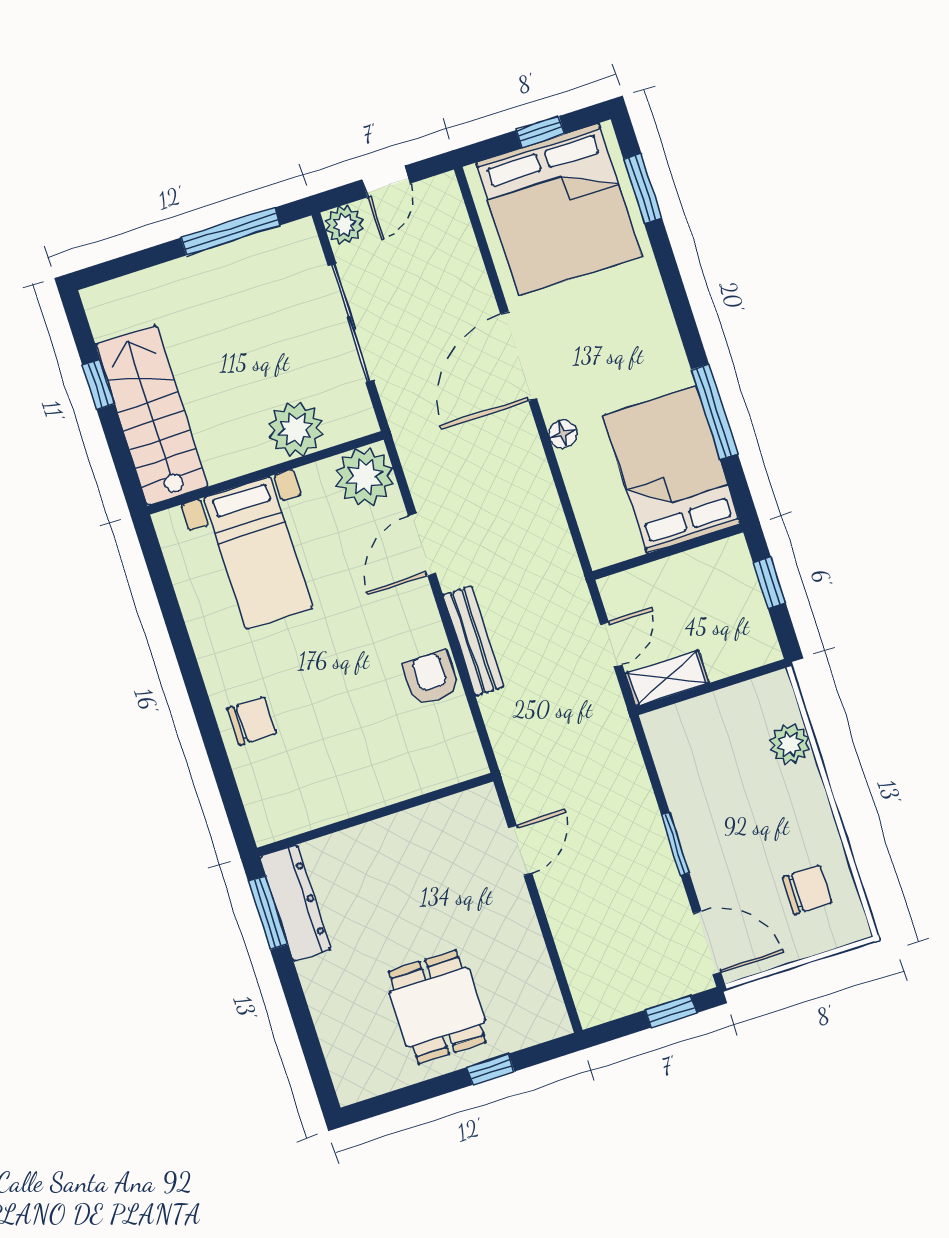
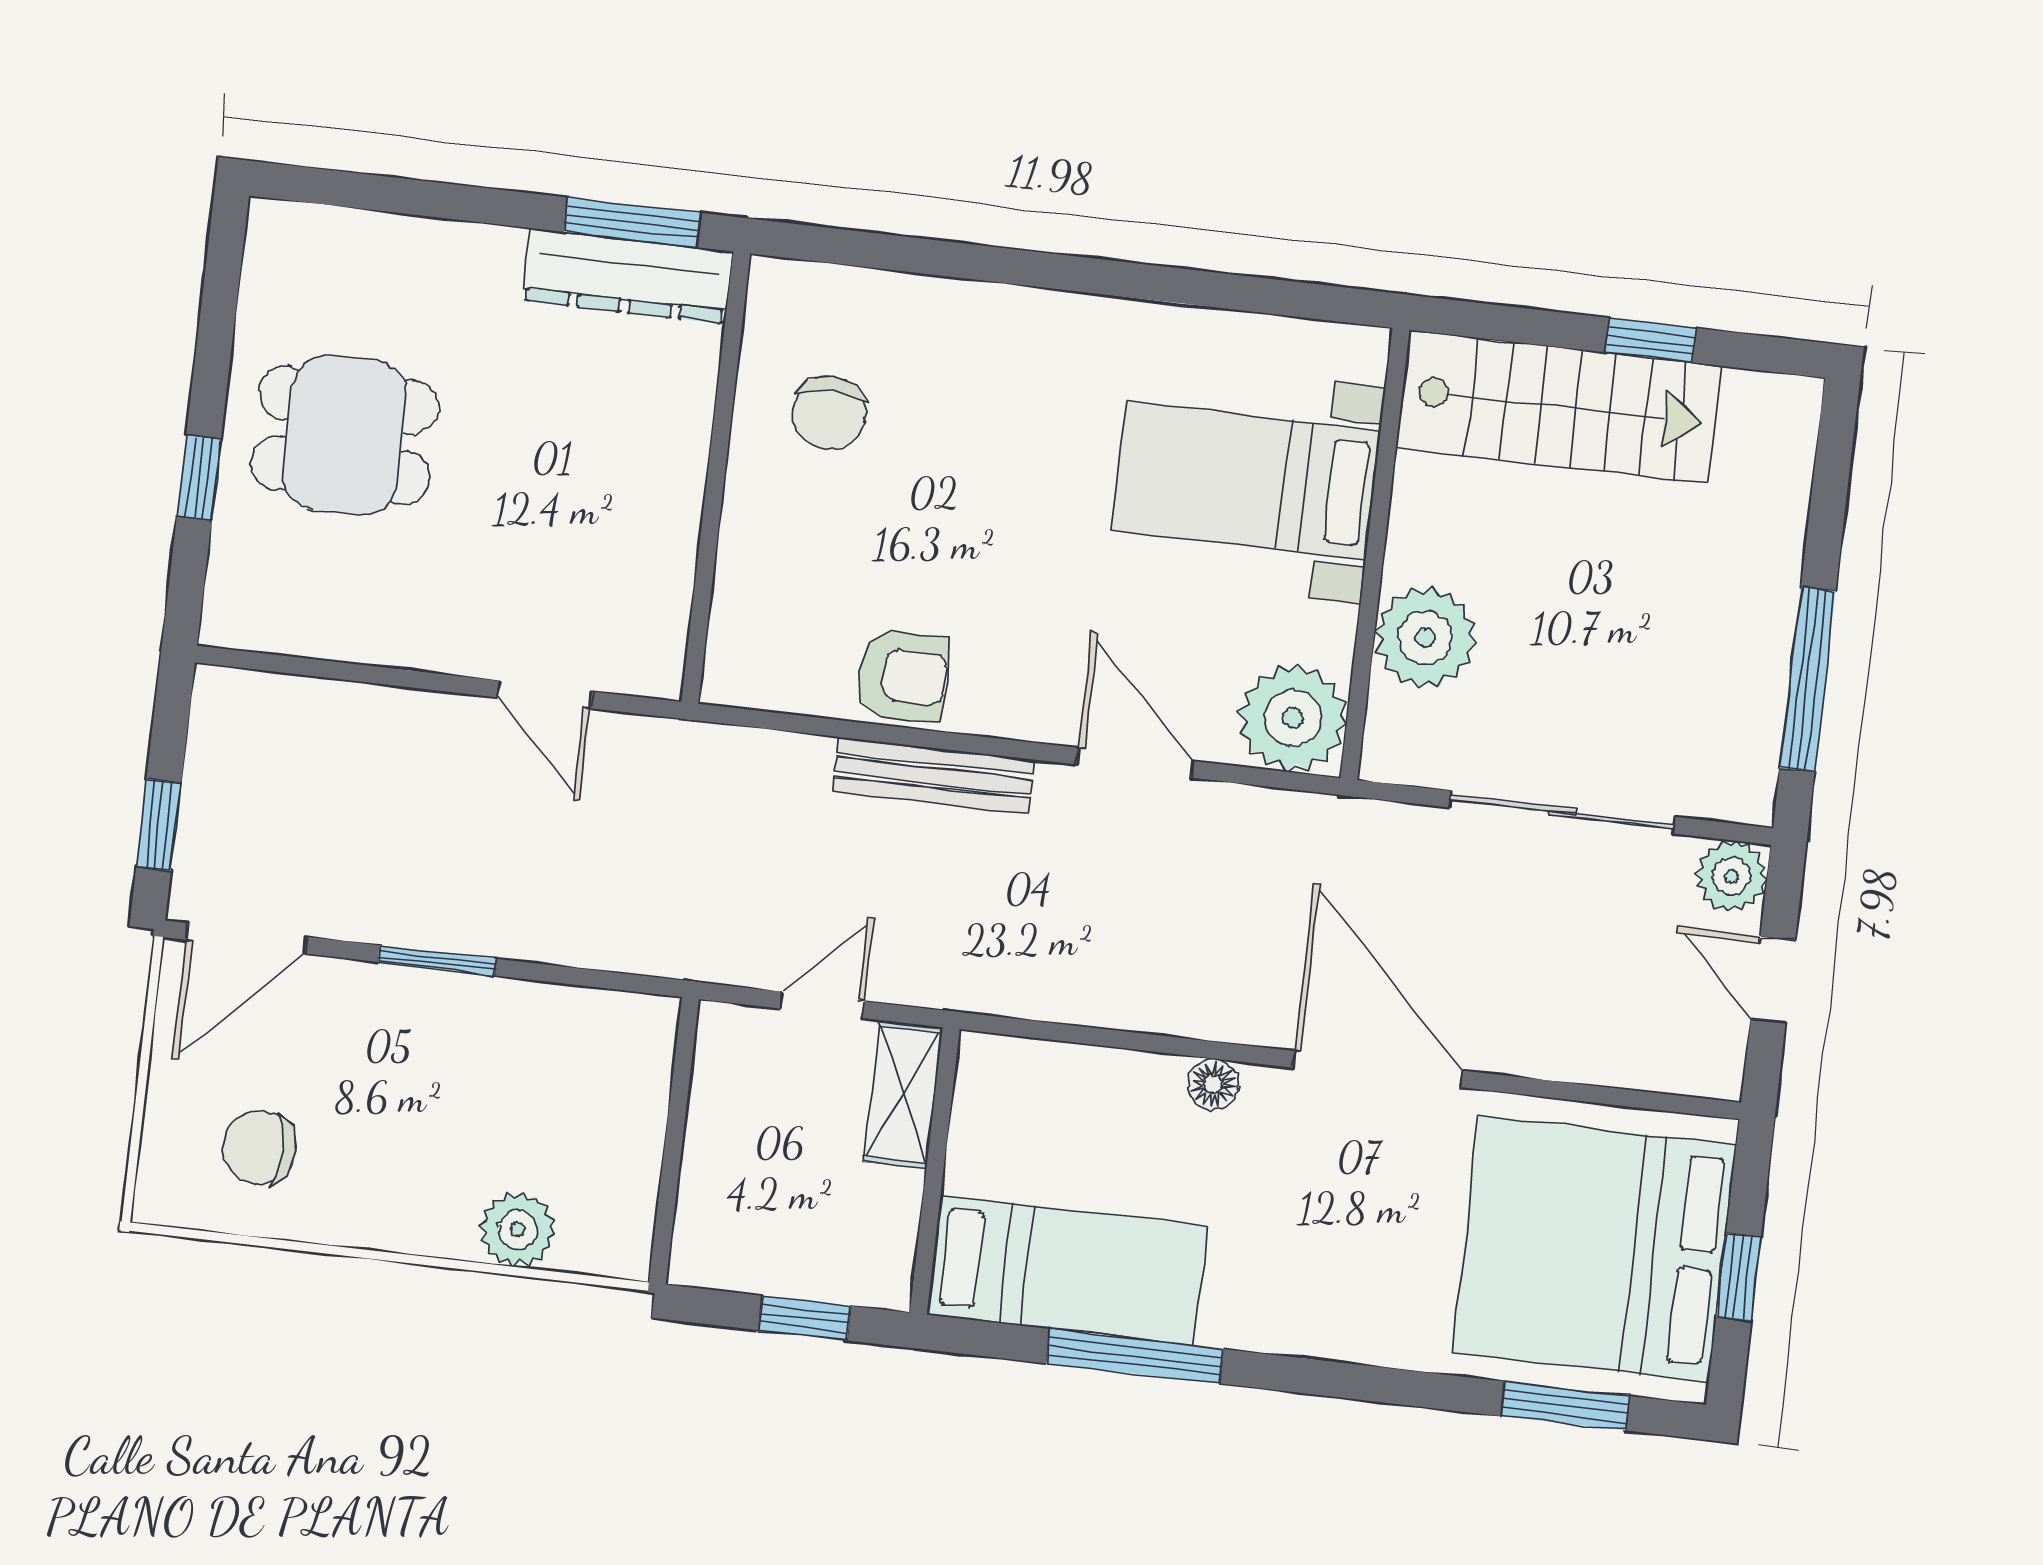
bed: (672, 470) -> (1067, 1270), width x0.67
door: (611, 645) -> (822, 1005), swing flipped
shelving: (667, 678) -> (903, 1094), moved
chair: (252, 721) -> (829, 413), moved
chair: (807, 890) -> (260, 1147), turned 90

